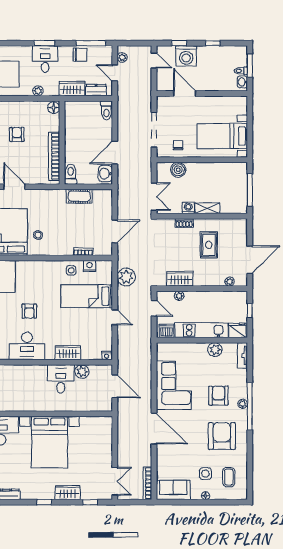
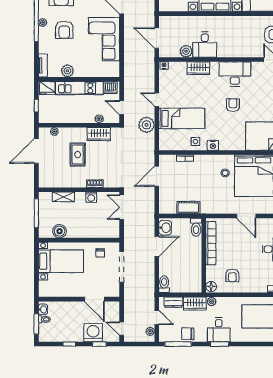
plant: (38, 91) -> (212, 302), moved
armchair: (17, 134) -> (232, 275), moved
boiler: (178, 170) -> (60, 231), moved
shelving: (207, 208) -> (63, 197), moved
rug: (209, 245) -> (78, 155), moved
nightstand: (90, 266) -> (213, 145), moved
plant: (126, 277) -> (146, 125), moved

